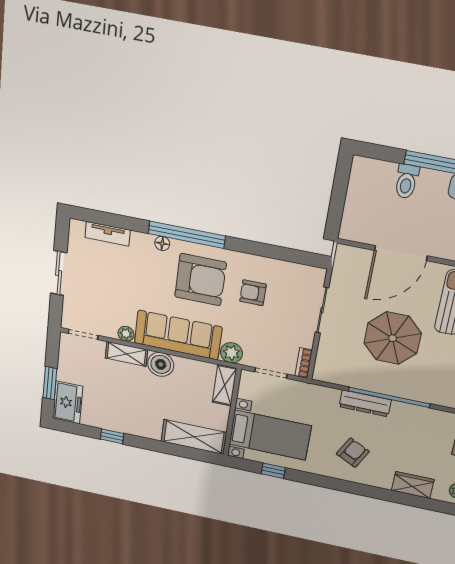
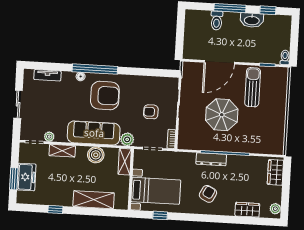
armchair: (253, 293) -> (151, 112), moved
plant: (126, 334) -> (49, 137), moved
boiler: (161, 364) -> (96, 155), moved
freezer: (68, 402) -> (26, 177), moved
shelving: (194, 437) -> (94, 200), moved

